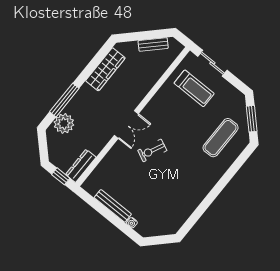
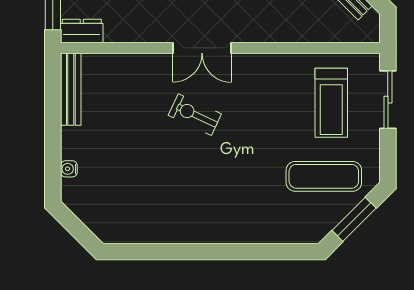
exercise mat: (221, 138) -> (324, 176), moved
dresser: (81, 166) -> (82, 31), width x0.70
bench: (113, 206) -> (71, 89), moved

